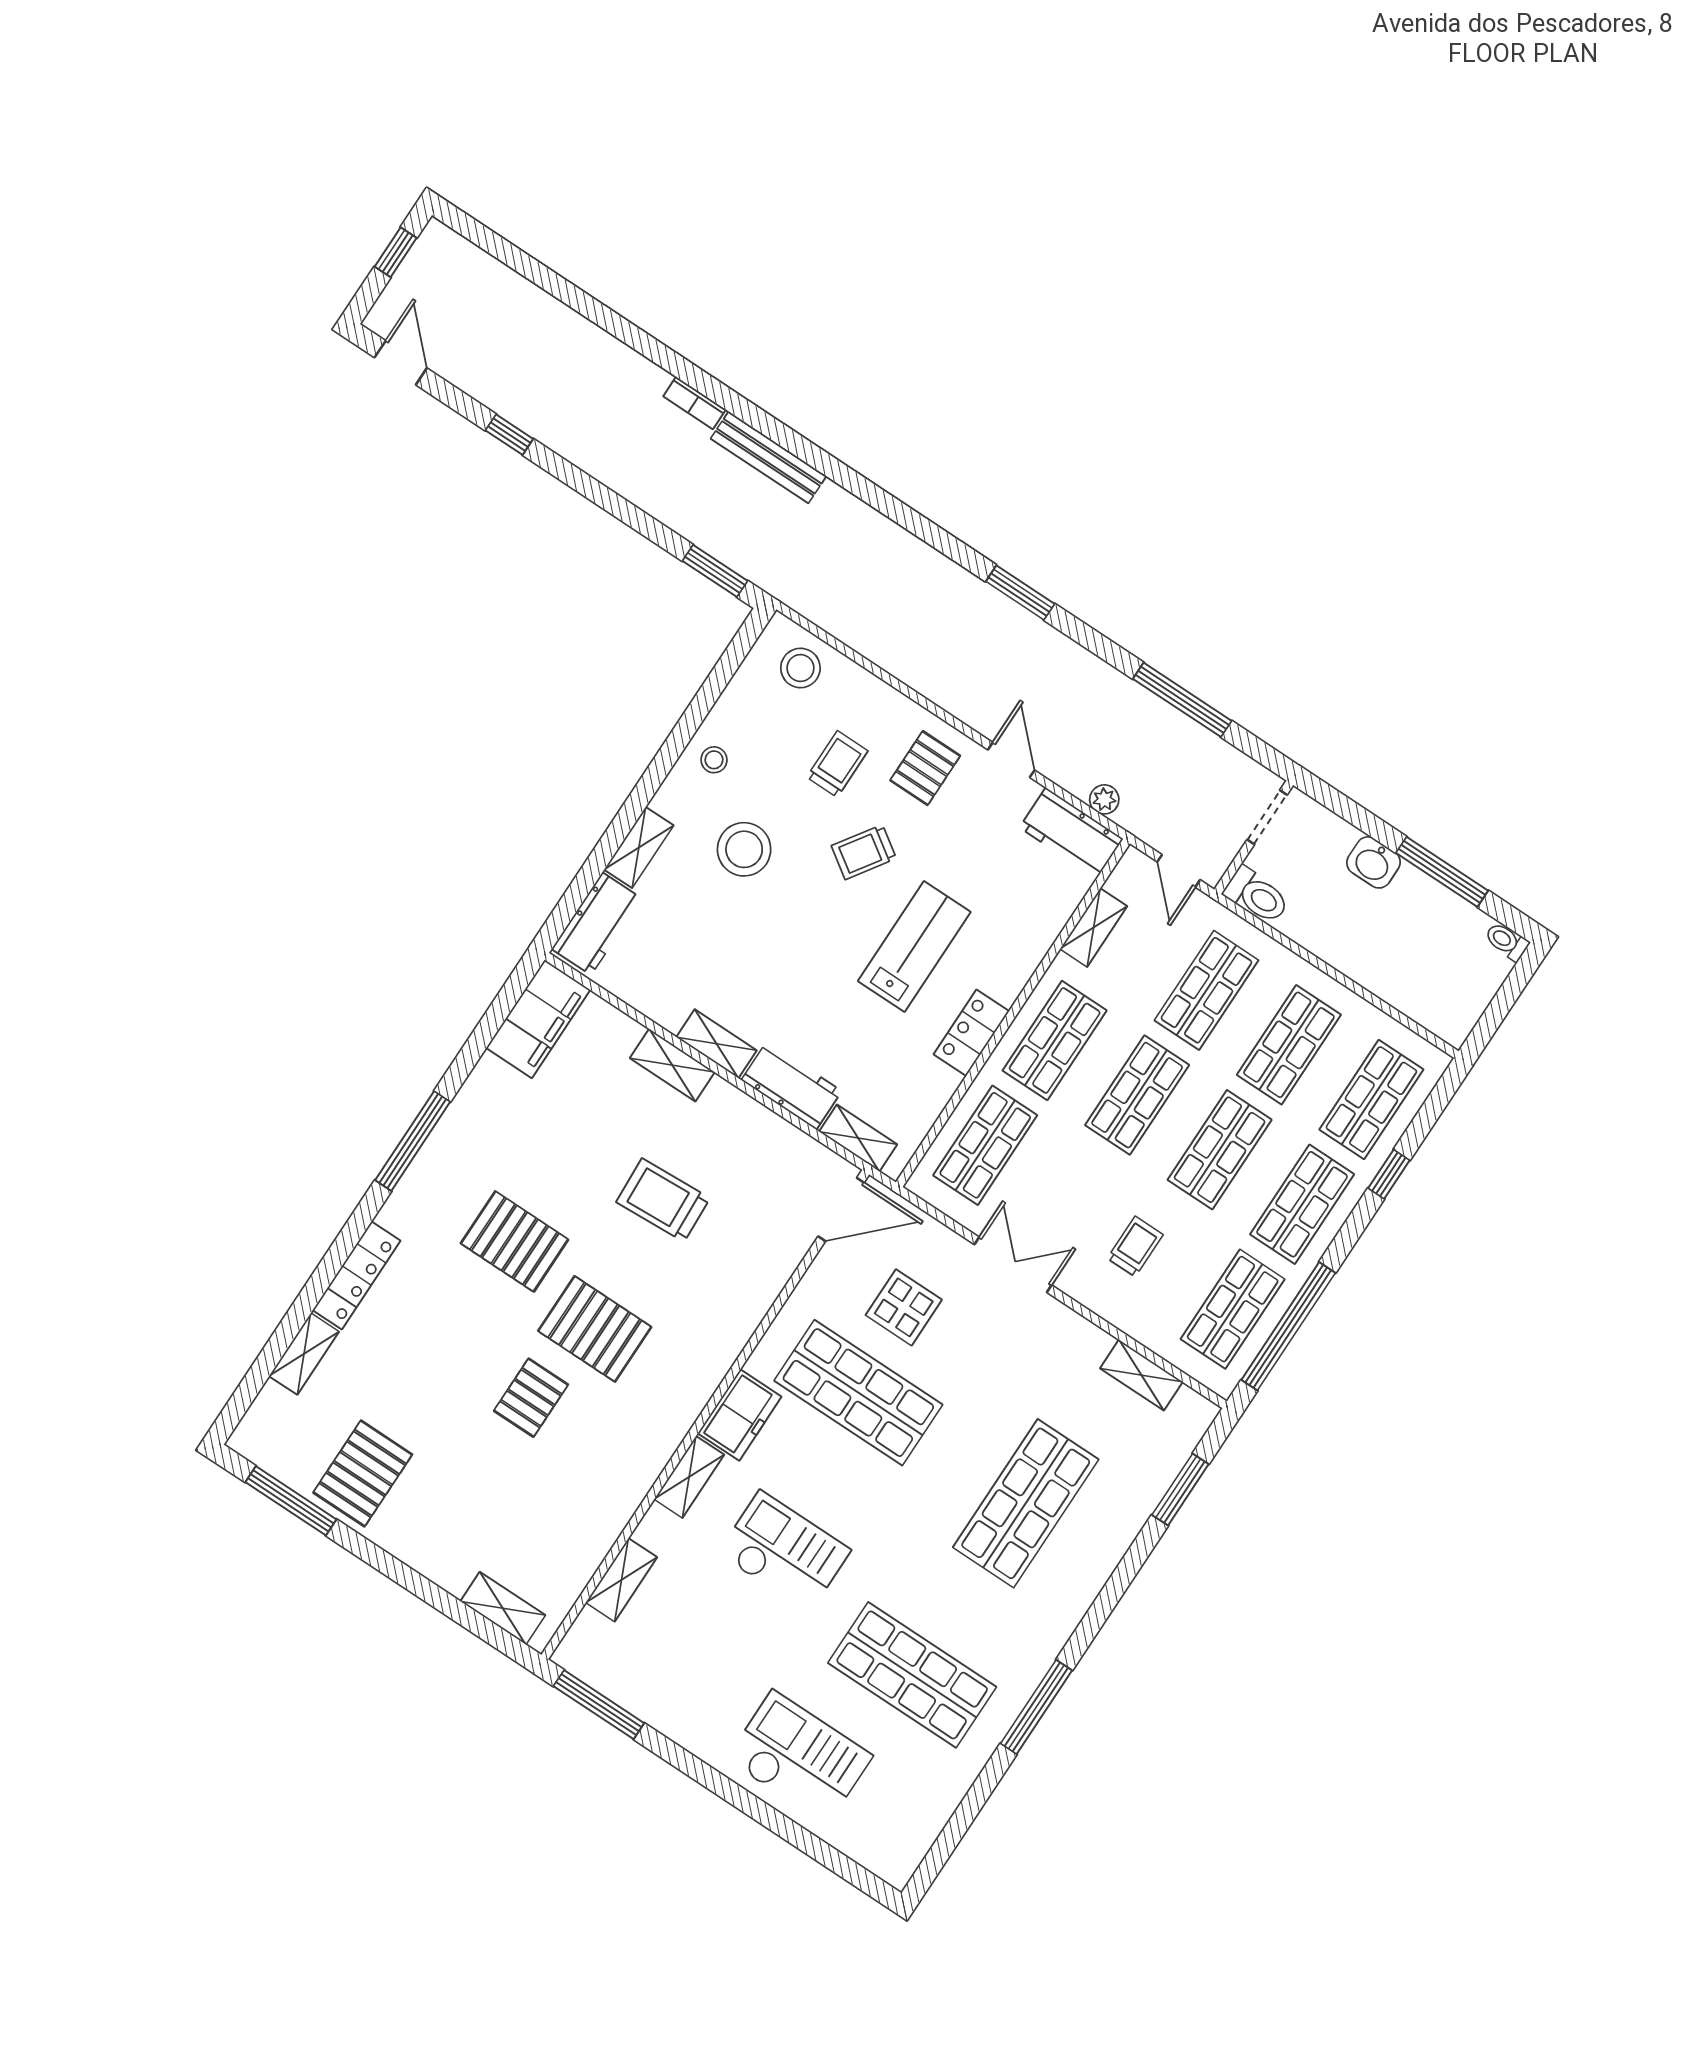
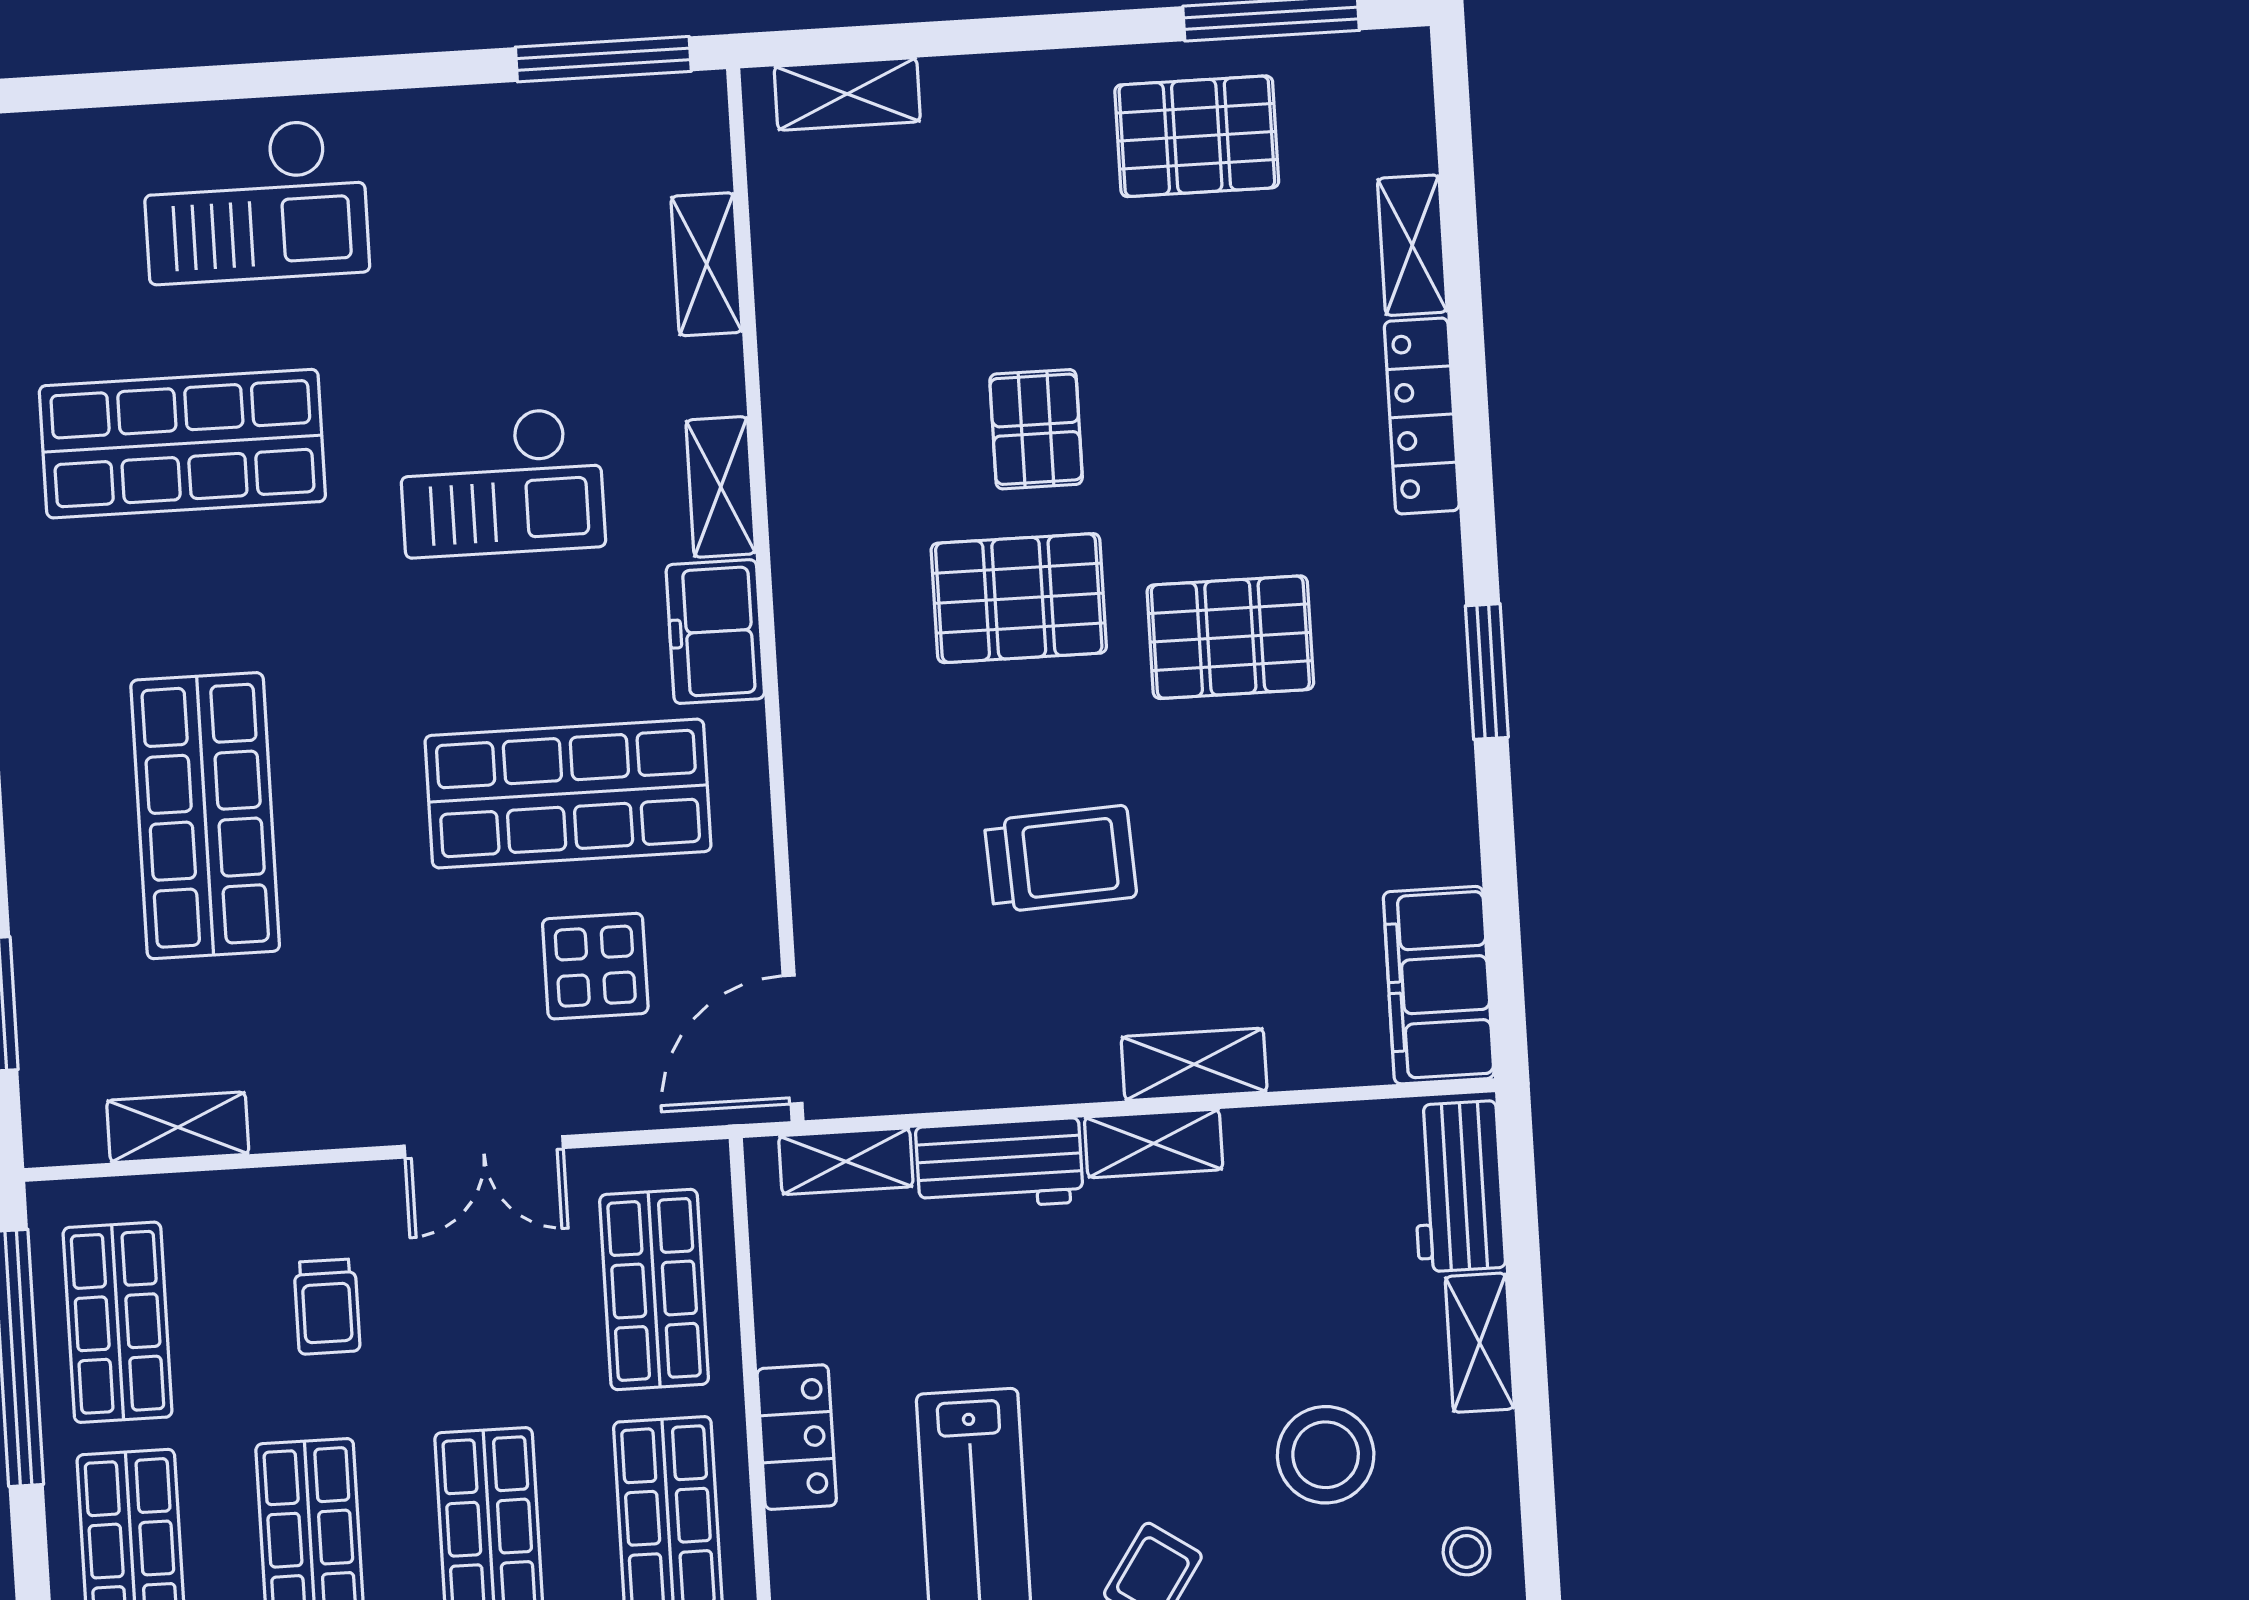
window: (413, 1141) -> (1487, 672), width x0.69
pallet: (363, 1473) -> (1197, 136), turned 90

